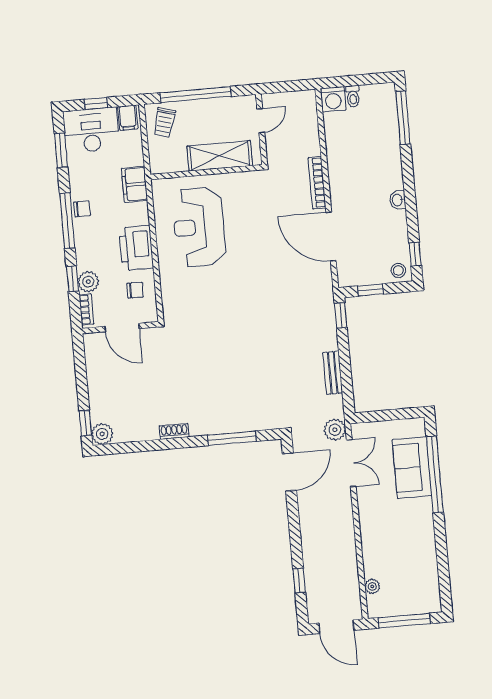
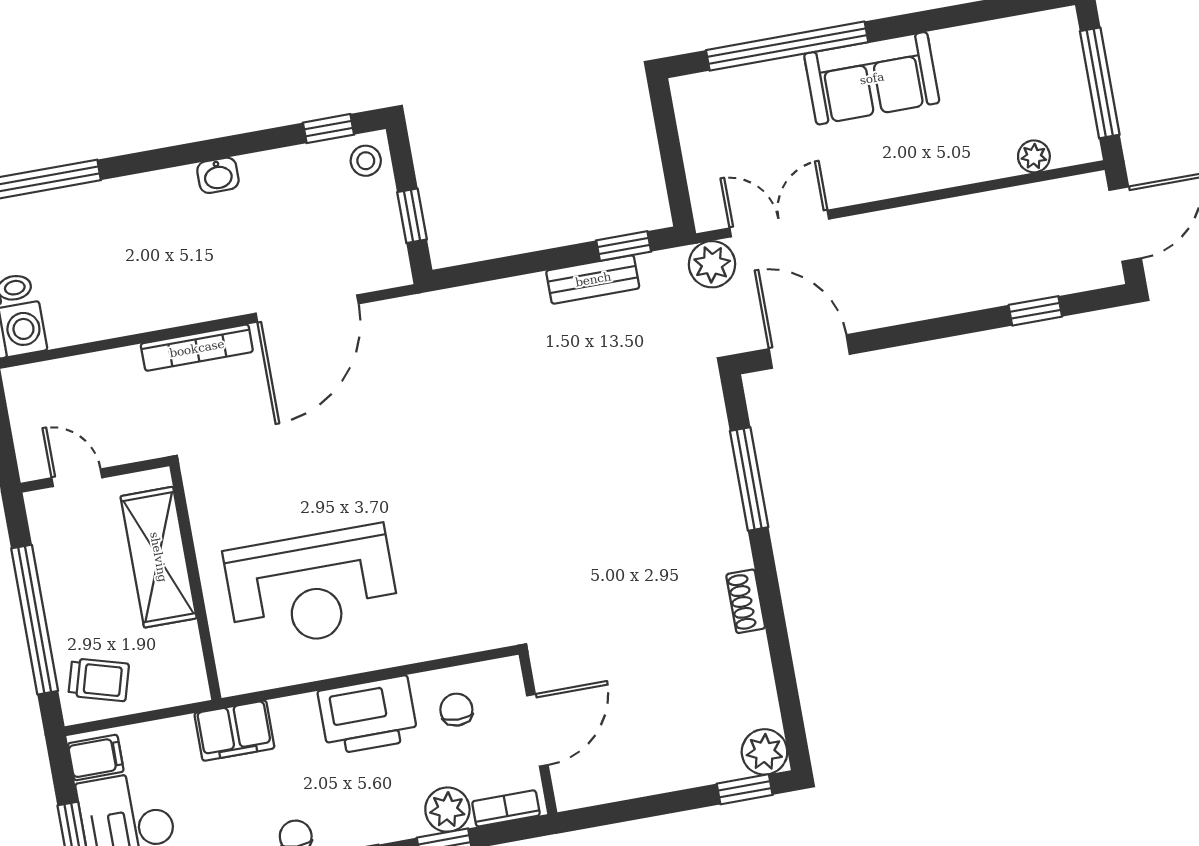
window: (341, 315) -> (624, 246), moved
sofa: (412, 468) -> (872, 78), moved

